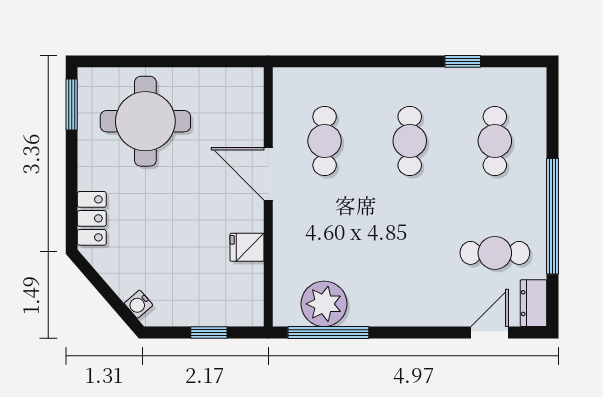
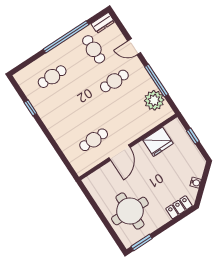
cafe table: (410, 141) -> (114, 81), moved
fridge: (247, 247) -> (158, 142), width x1.88, depth x1.34
water cooler: (138, 304) -> (196, 183), moved
window: (328, 332) -> (156, 81), moved
door: (490, 332) -> (134, 47), moved

